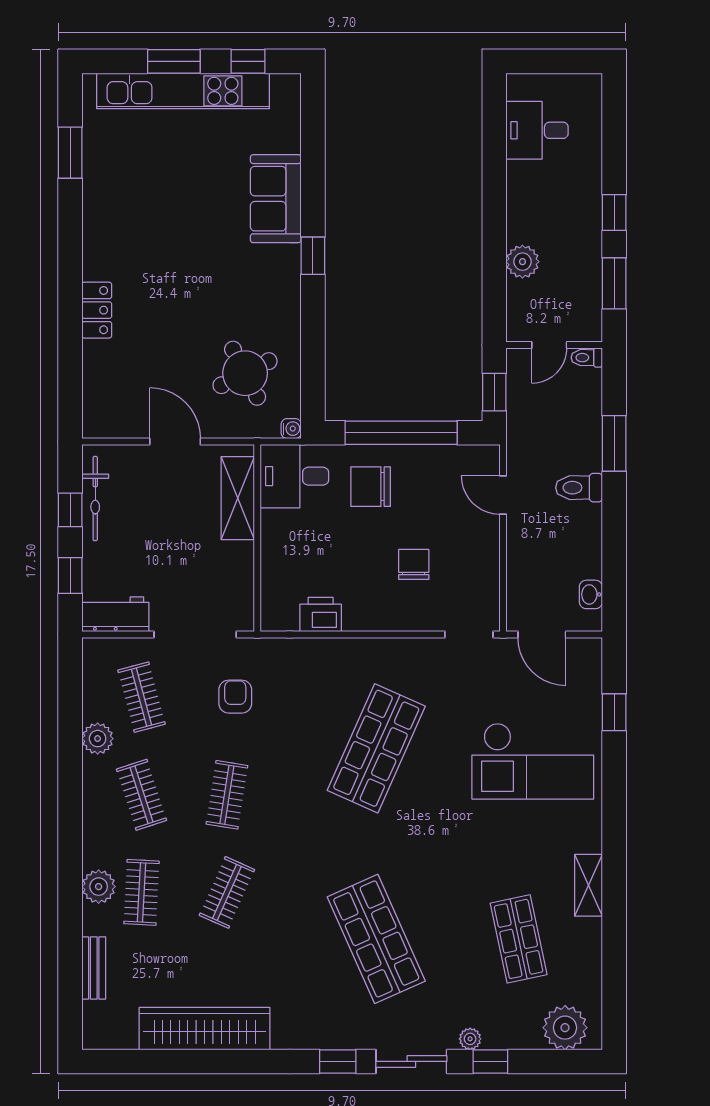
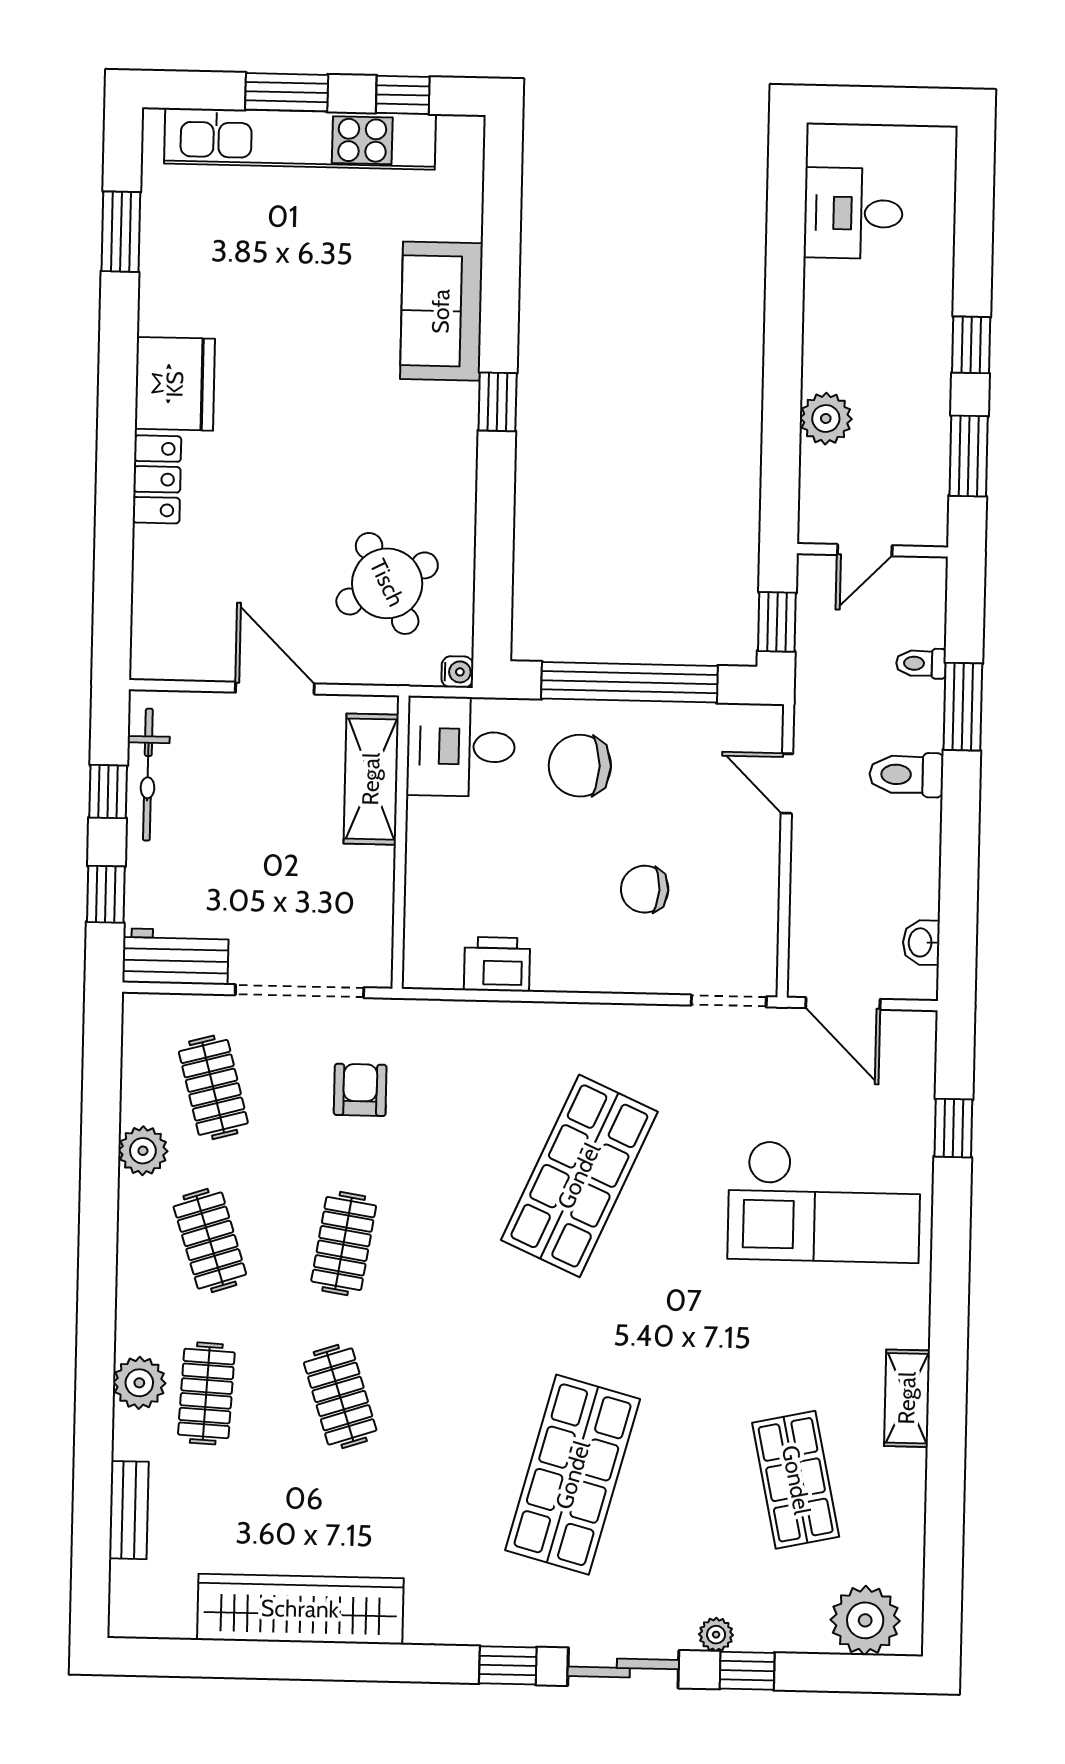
fridge: (107, 249) -> (175, 384), added
toilet: (587, 358) -> (921, 663), moved
chair: (414, 564) -> (645, 889), turned -88
clothes rail: (227, 892) -> (340, 1396), turned -42
shop shelf: (376, 939) -> (573, 1475), turned 39

